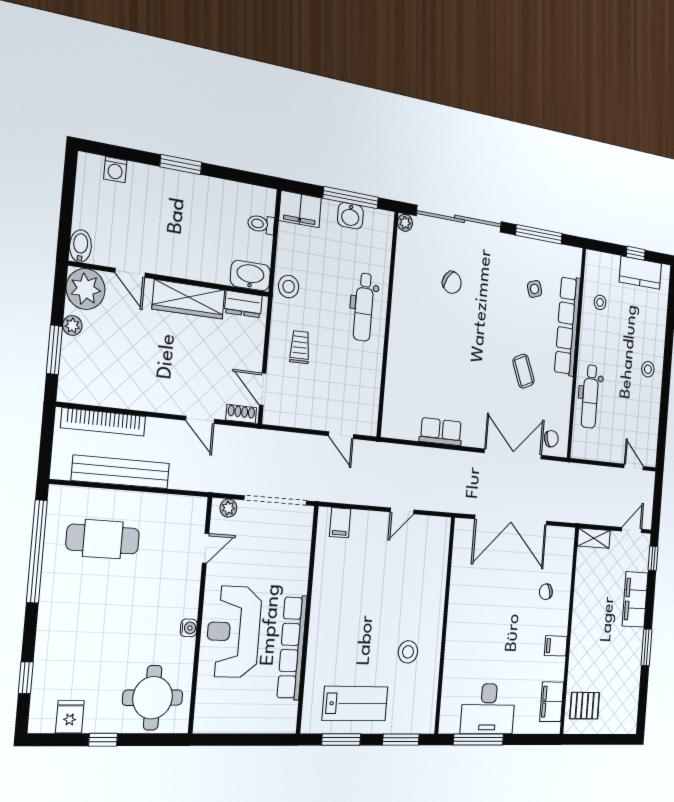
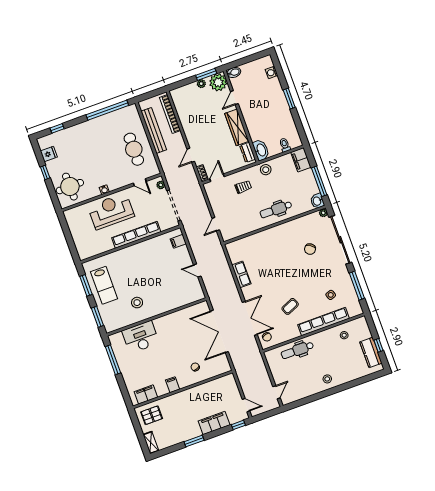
washbasin: (350, 216) -> (317, 201), moved
window: (54, 350) -> (206, 74), moved
shelving: (594, 538) -> (151, 443), moved
cafe table: (103, 539) -> (134, 149), moved
row of seats: (292, 648) -> (136, 235), moved
pallet: (585, 706) -> (152, 415), turned 90
desk: (488, 709) -> (141, 337), moved, turned 90

